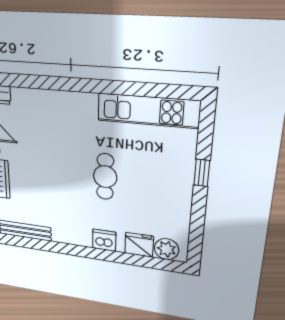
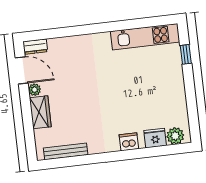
window: (202, 173) -> (186, 54), moved
cafe table: (105, 177) -> (123, 90), removed

